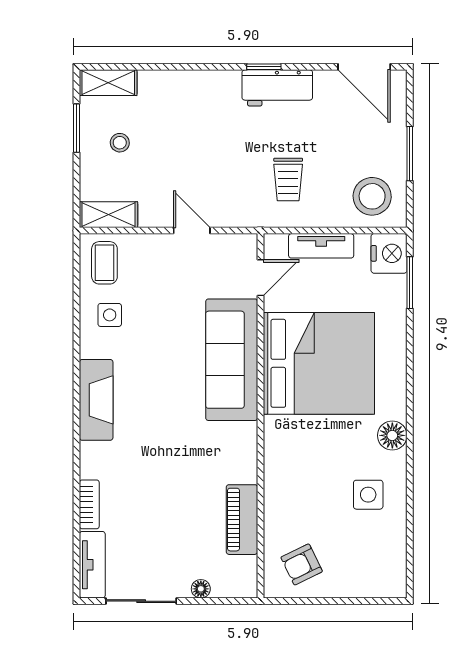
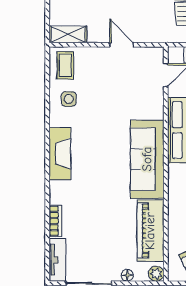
sofa: (232, 360) -> (147, 159), moved
piano: (242, 520) -> (150, 231), width x1.37, depth x1.33
plant: (246, 586) -> (156, 274), added

